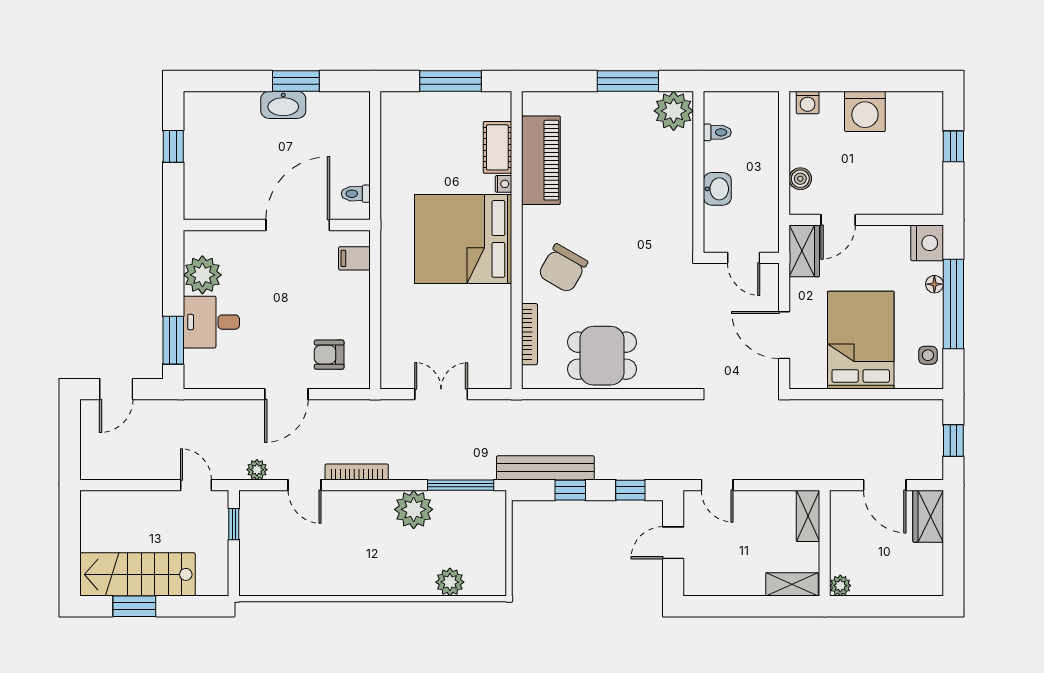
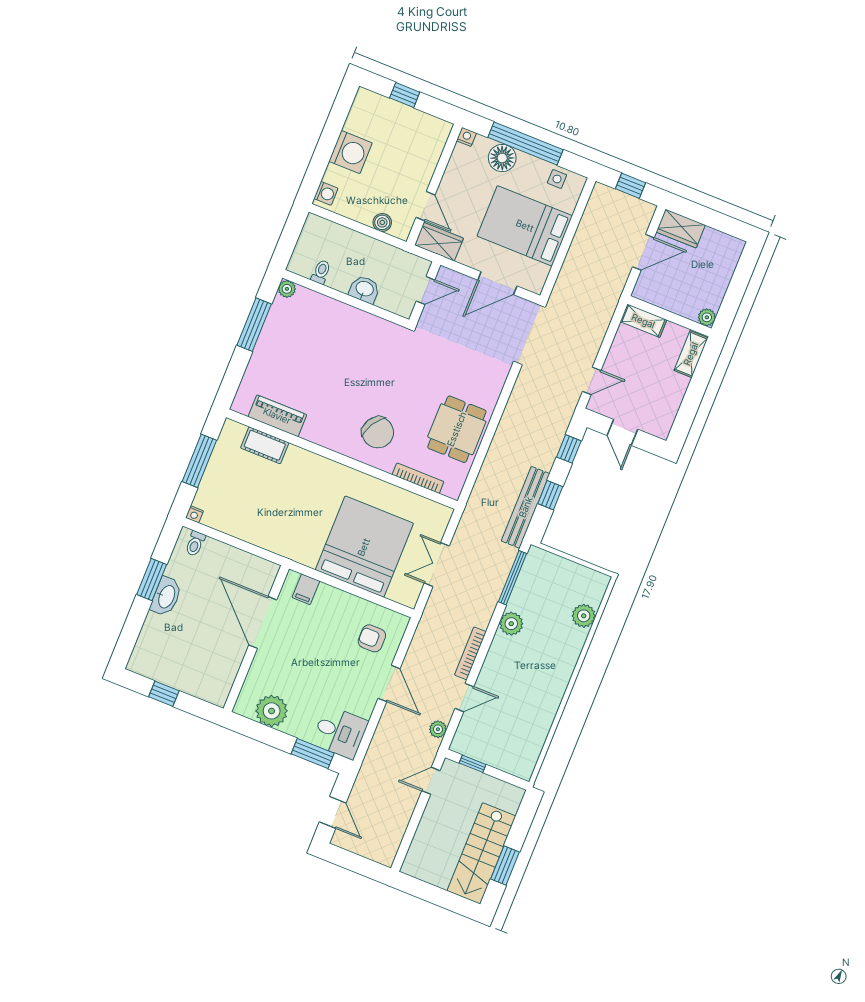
plant: (674, 111) -> (287, 289), width x0.53, depth x0.53
piano: (541, 160) -> (277, 416), width x0.73, depth x0.75
nightstand: (503, 184) -> (194, 514), moved, turned 180
toilet: (356, 194) -> (195, 544), moved
bed: (463, 239) -> (364, 547), moved, turned 180
nightstand: (927, 243) -> (466, 137), width x0.53, depth x0.56
floor lamp: (934, 284) -> (502, 158), width x1.89, depth x1.89
desk: (211, 322) -> (340, 732), moved, turned -90
armchair: (329, 355) -> (372, 638), turned 90
plant: (414, 509) -> (511, 624), width x0.73, depth x0.73

